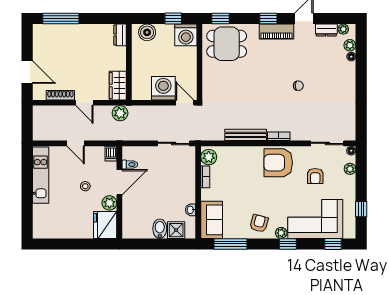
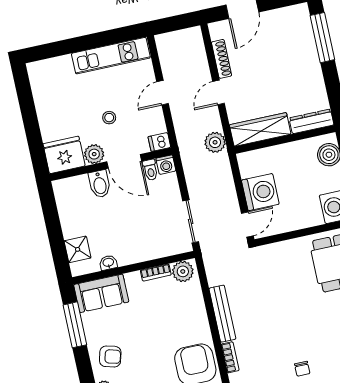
dresser: (120, 35) -> (312, 121), width x1.44
wardrobe: (118, 86) -> (260, 129), width x1.50
washing machine: (128, 152) -> (166, 165), added
bidet: (160, 229) -> (100, 184), moved, turned 90

